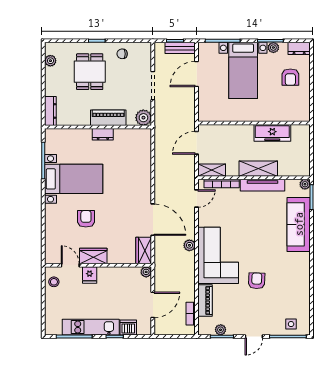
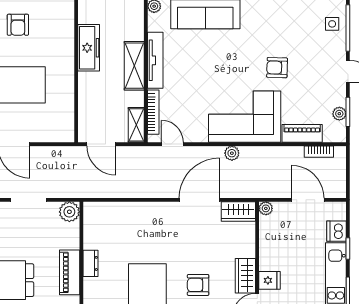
armchair: (290, 77) -> (18, 25), turned 90
piano: (108, 118) -> (70, 272), moved

